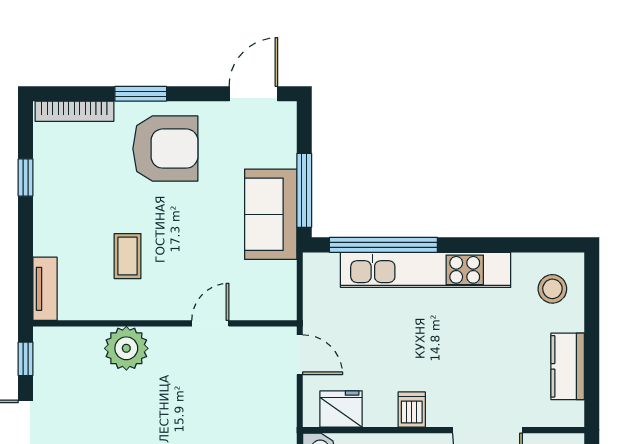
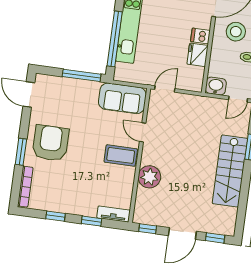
sofa: (271, 214) -> (122, 98), moved
window: (26, 248) -> (92, 221), added
coffee table: (128, 256) -> (121, 155), moved, width x1.36, depth x1.30
fridge: (341, 409) -> (198, 55), moved

